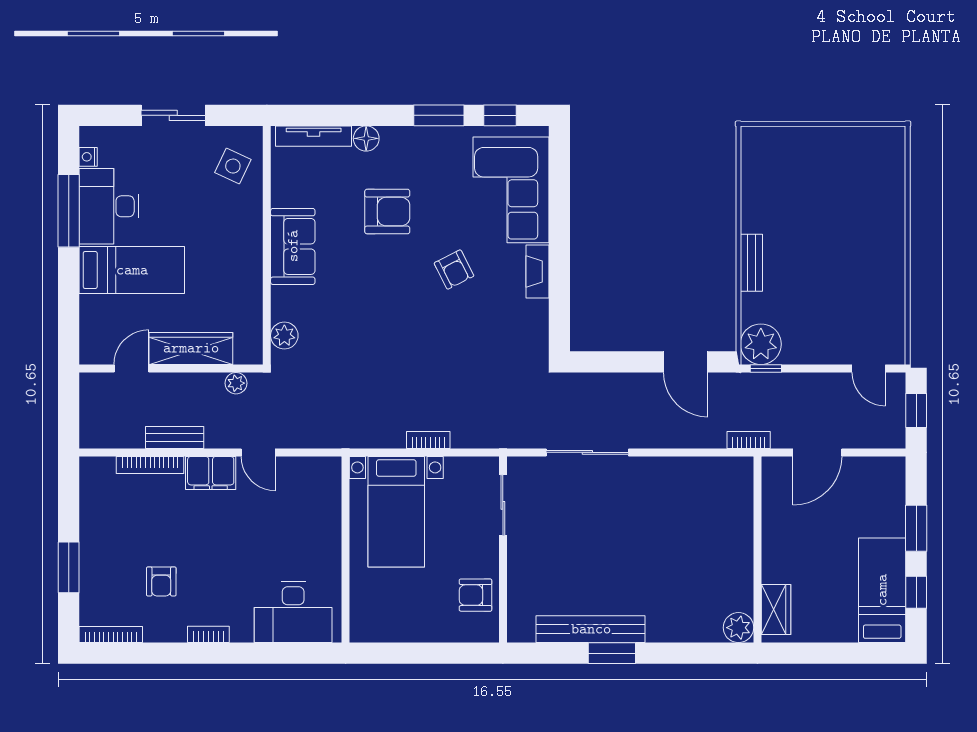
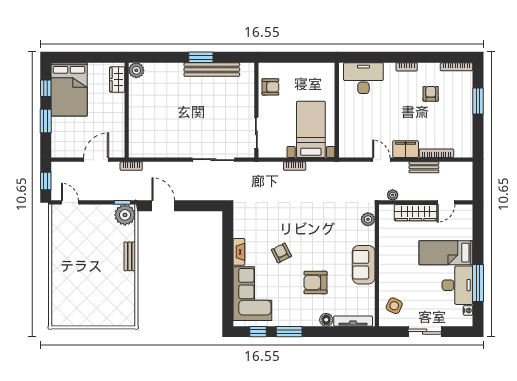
bed: (882, 590) -> (69, 89), width x1.50

